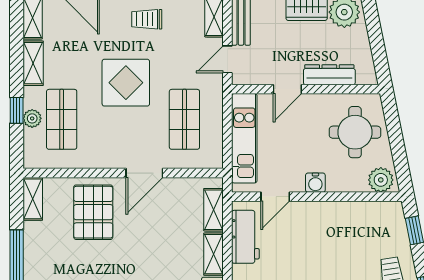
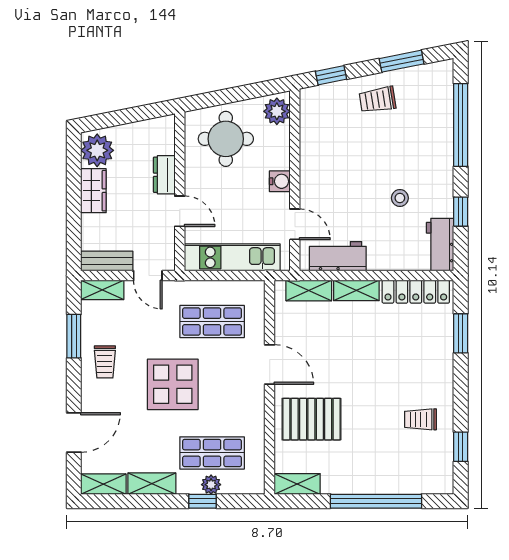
dresser: (329, 75) -> (164, 175), width x0.70

